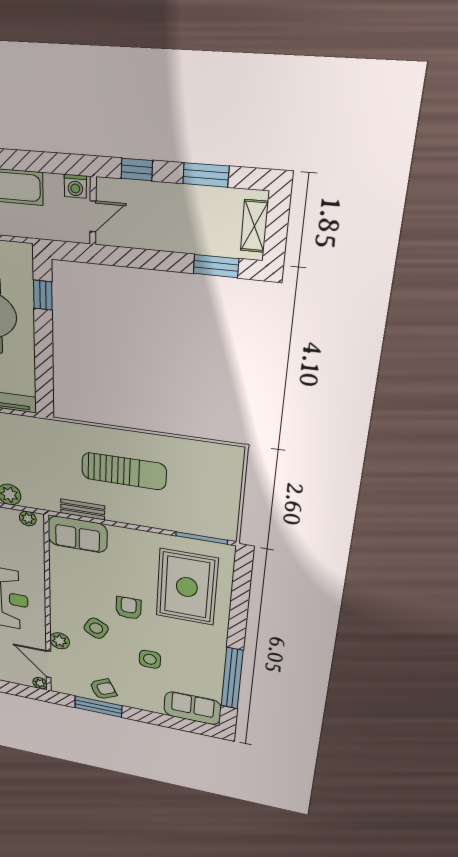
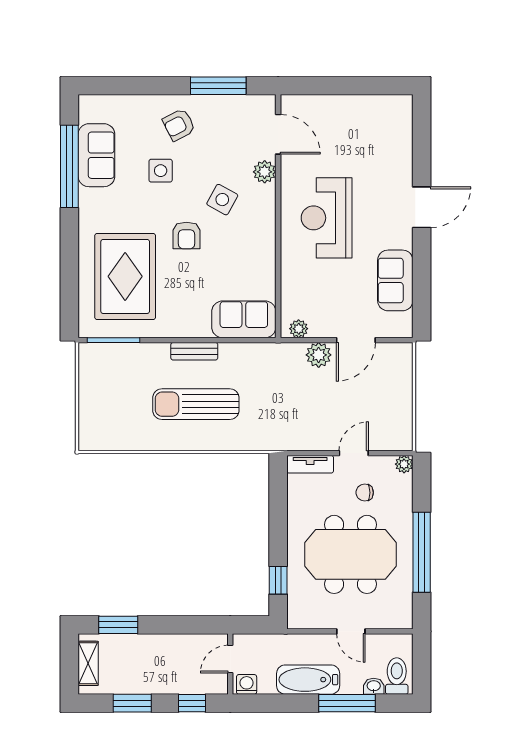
bench: (83, 509) -> (194, 351), moved
plant: (40, 683) -> (289, 103), removed
armchair: (103, 689) -> (179, 125), moved
sofa: (192, 708) -> (96, 155), moved, turned -90

